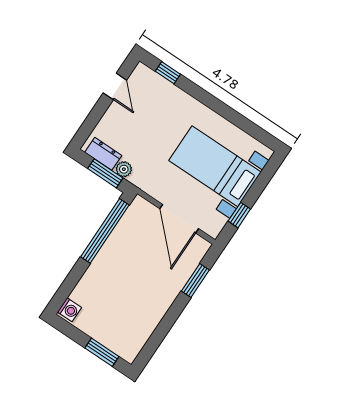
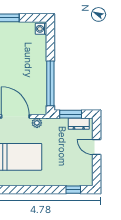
door: (115, 86) -> (97, 147), moved
plant: (124, 169) -> (37, 123), moved

